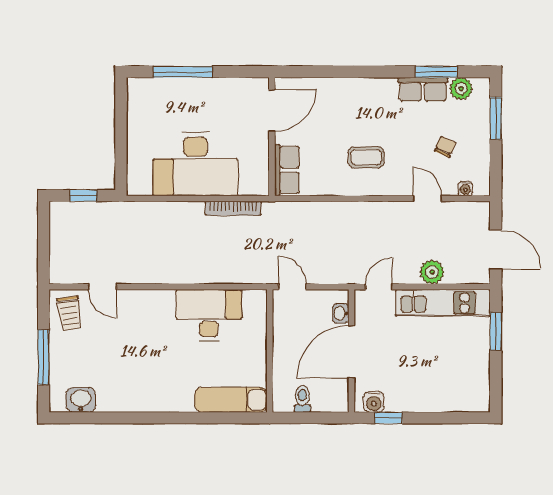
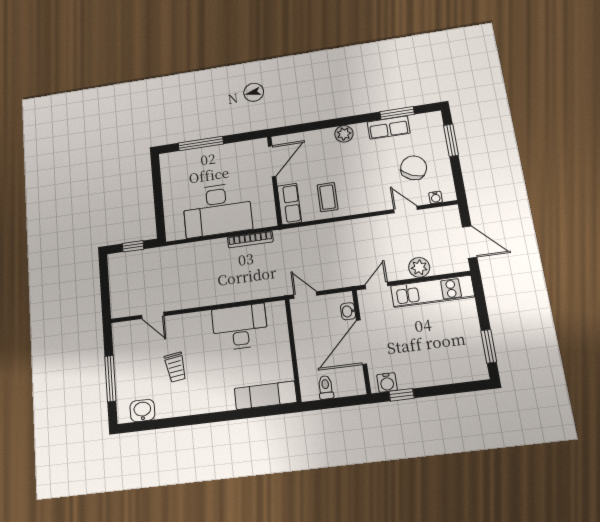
plant: (461, 89) -> (344, 134), moved
chair: (445, 147) -> (414, 168), width x1.87, depth x1.87
coffee table: (366, 157) -> (328, 197), moved, turned 90
trolley: (69, 313) -> (175, 367), moved
window: (496, 331) -> (489, 346), moved

